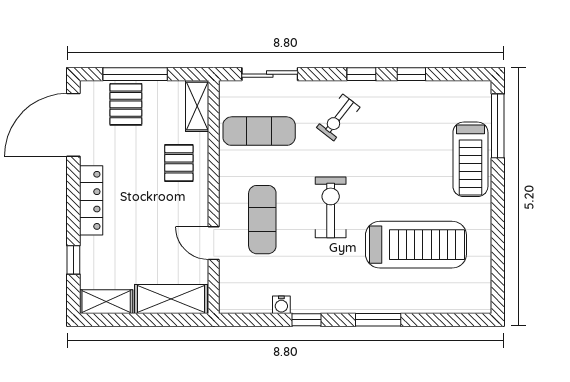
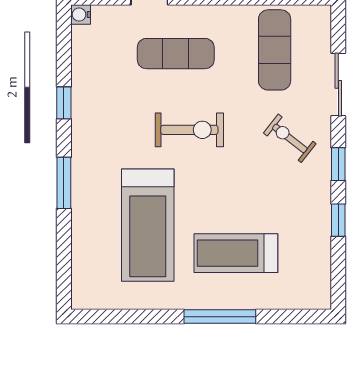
sliding door: (270, 74) -> (338, 84), moved
window: (498, 126) -> (220, 317), moved
treadmill: (470, 159) -> (236, 253), moved
water cooler: (281, 305) -> (81, 15), moved

